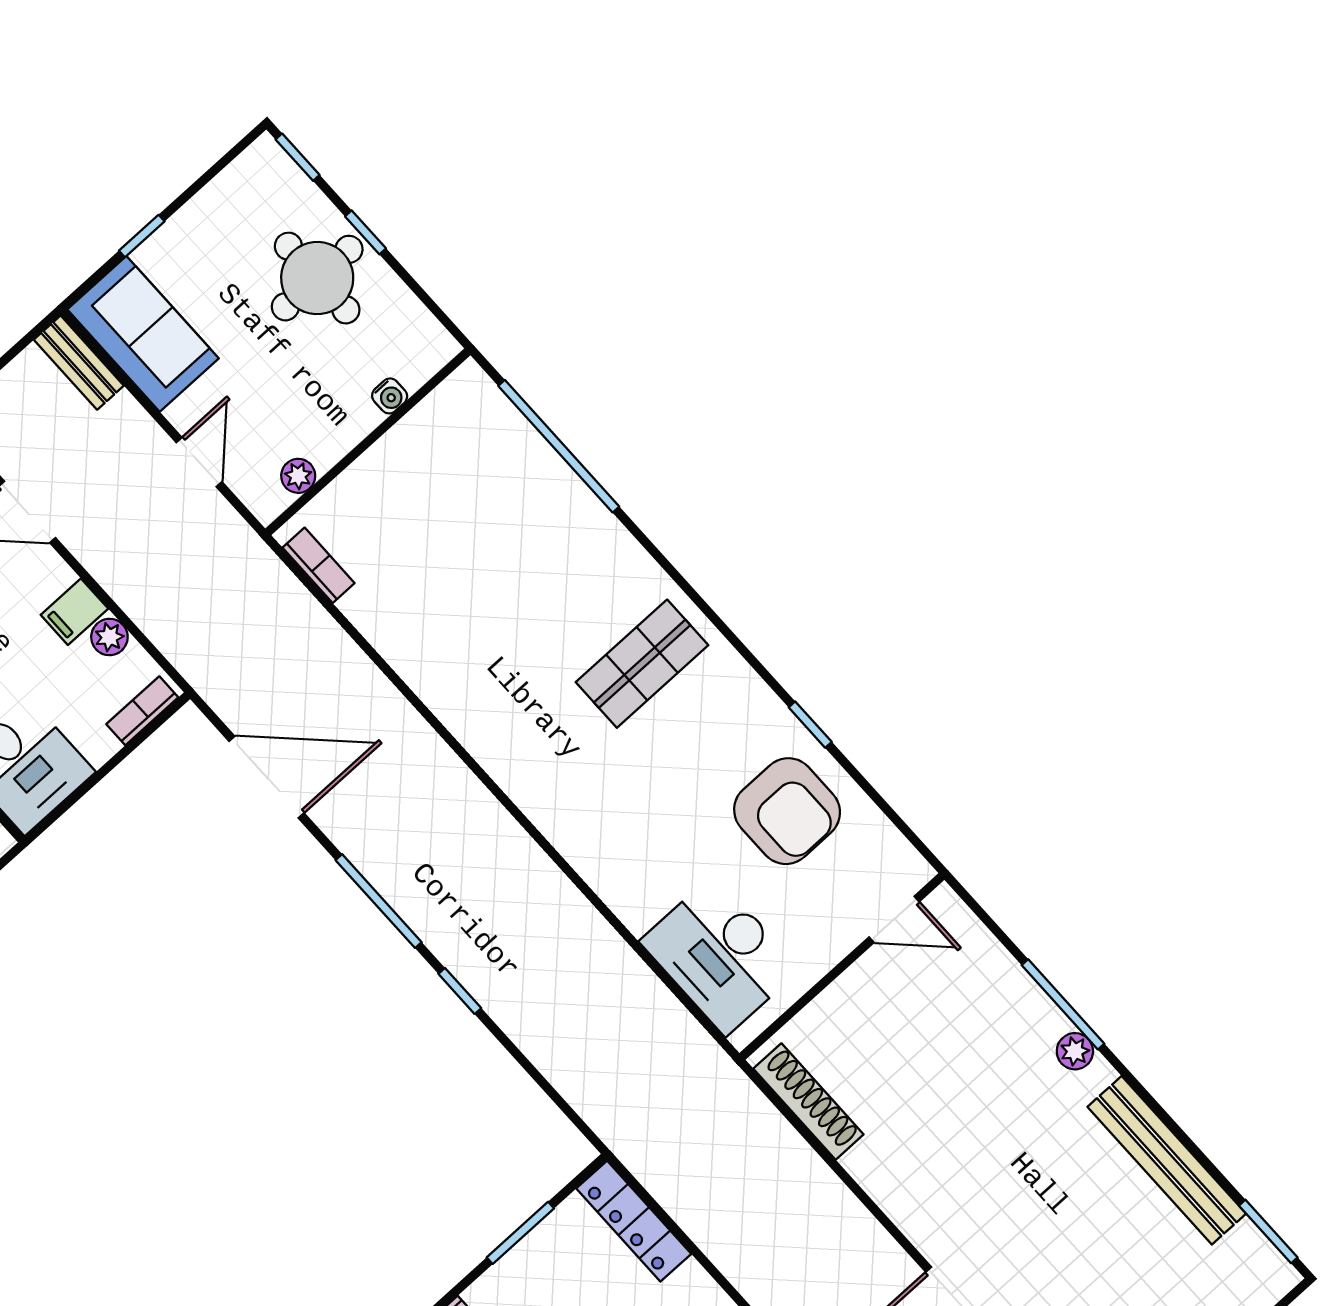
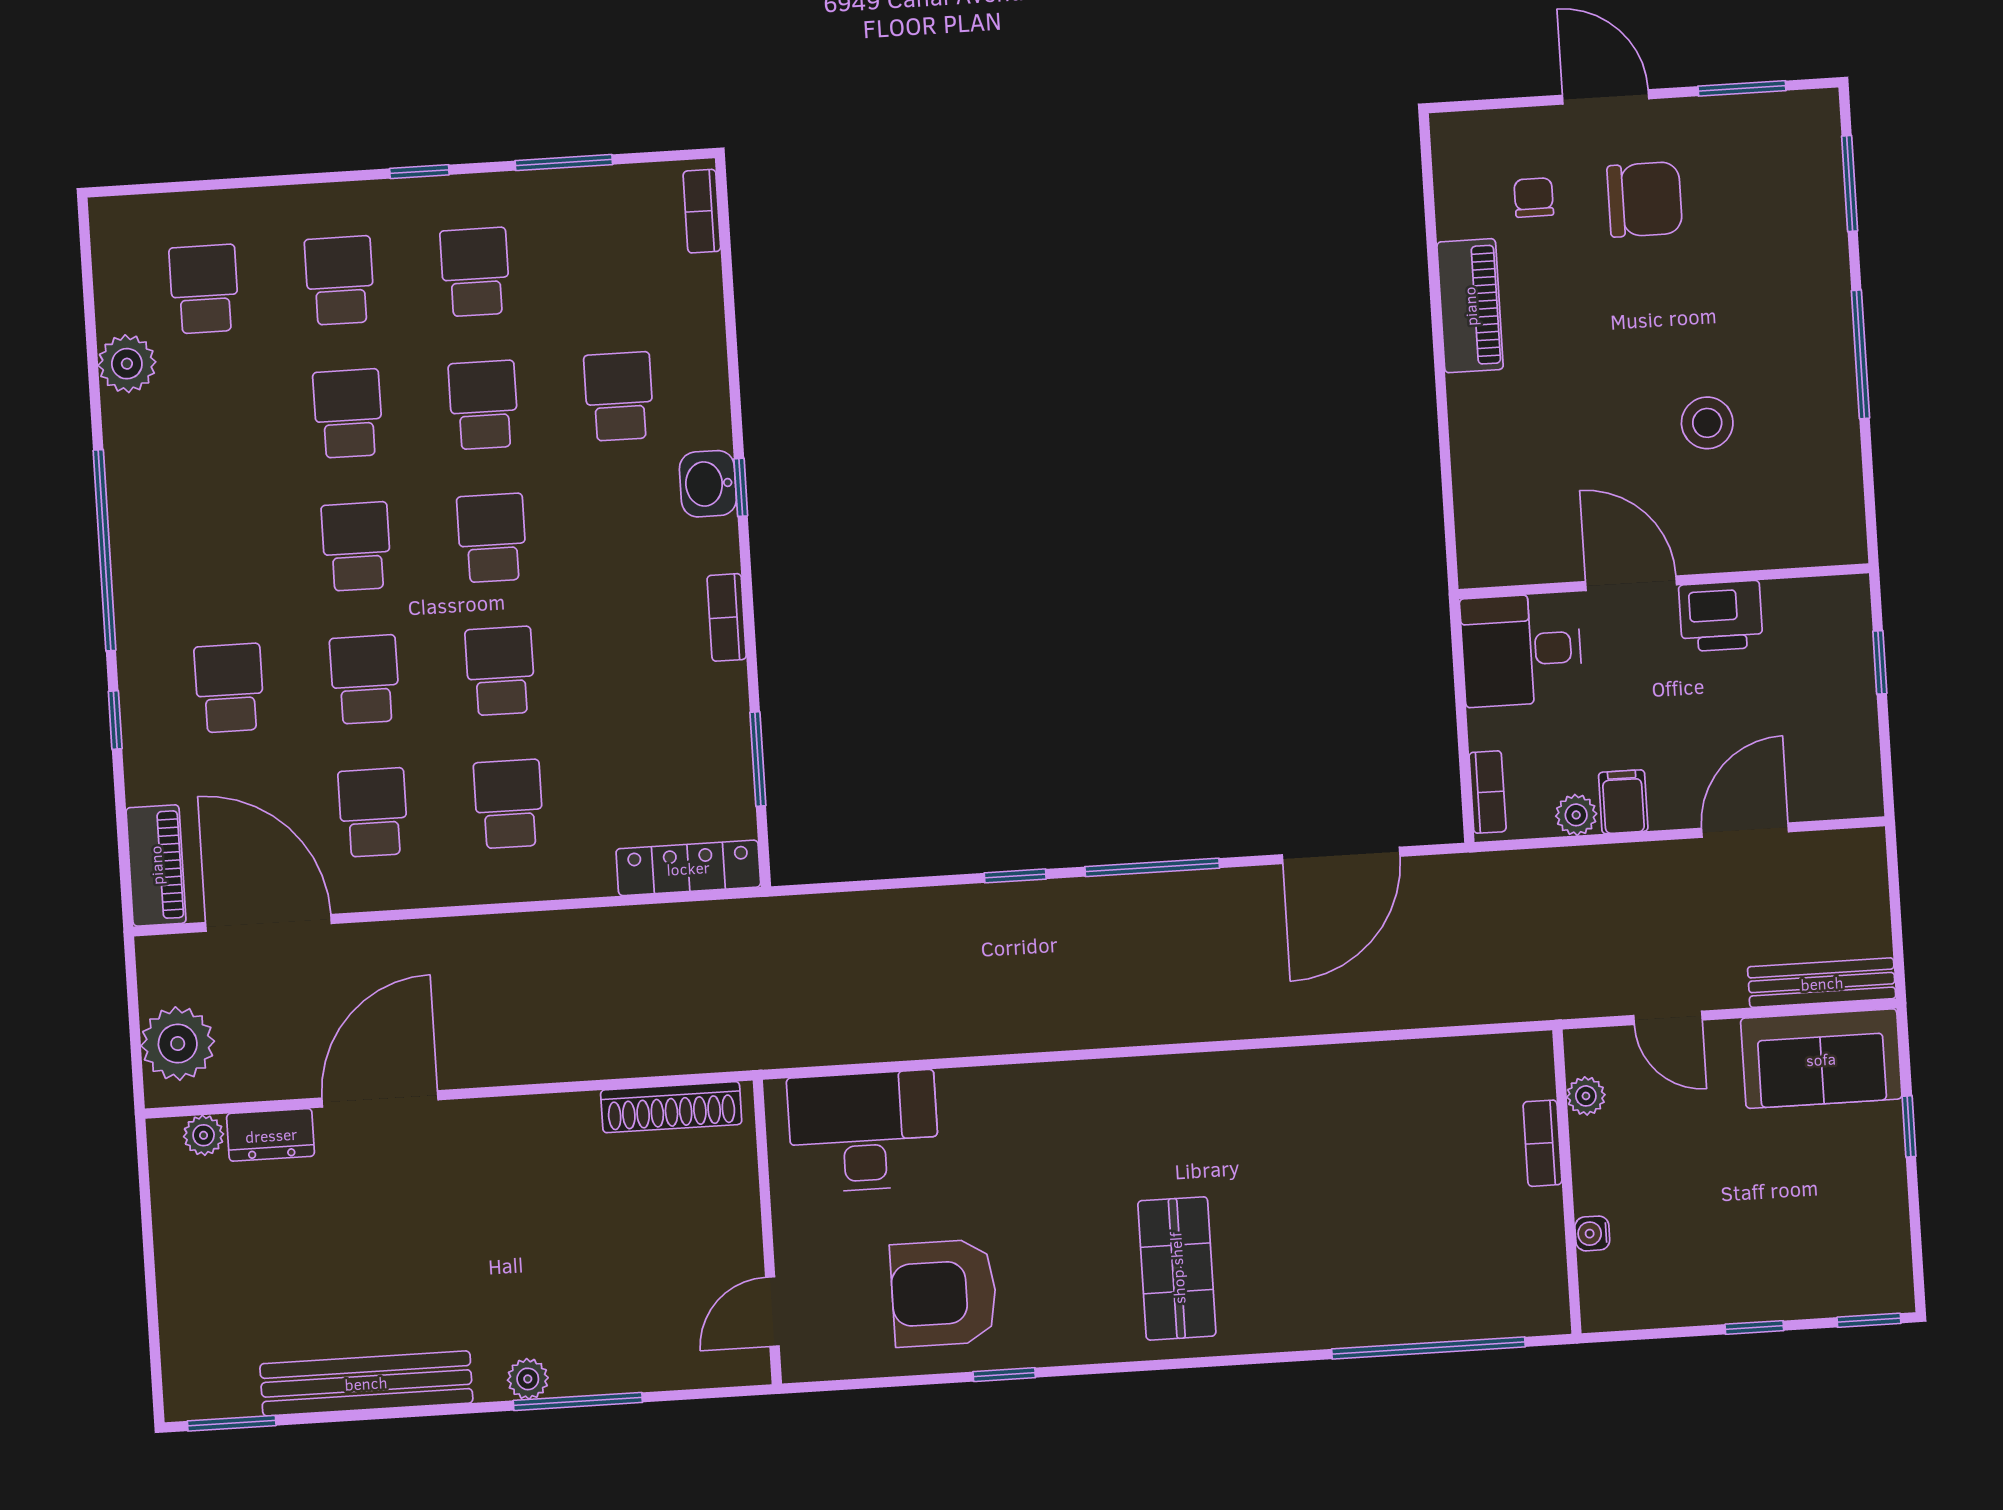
round table: (317, 278) -> (1748, 1252), removed
bench: (79, 363) -> (1822, 983), width x1.36
bookcase: (319, 565) -> (1542, 1143), moved, turned 90

